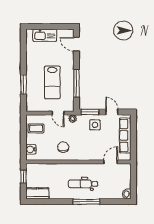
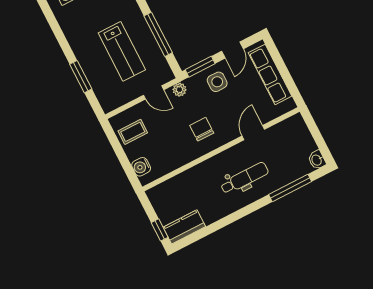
door: (112, 112) -> (232, 50), swing flipped
chair: (63, 147) -> (202, 129), moved
door: (111, 162) -> (253, 133), moved
window: (23, 177) -> (160, 230), moved
dental chair: (83, 184) -> (245, 178), turned 180
window: (86, 202) -> (290, 188), moved

